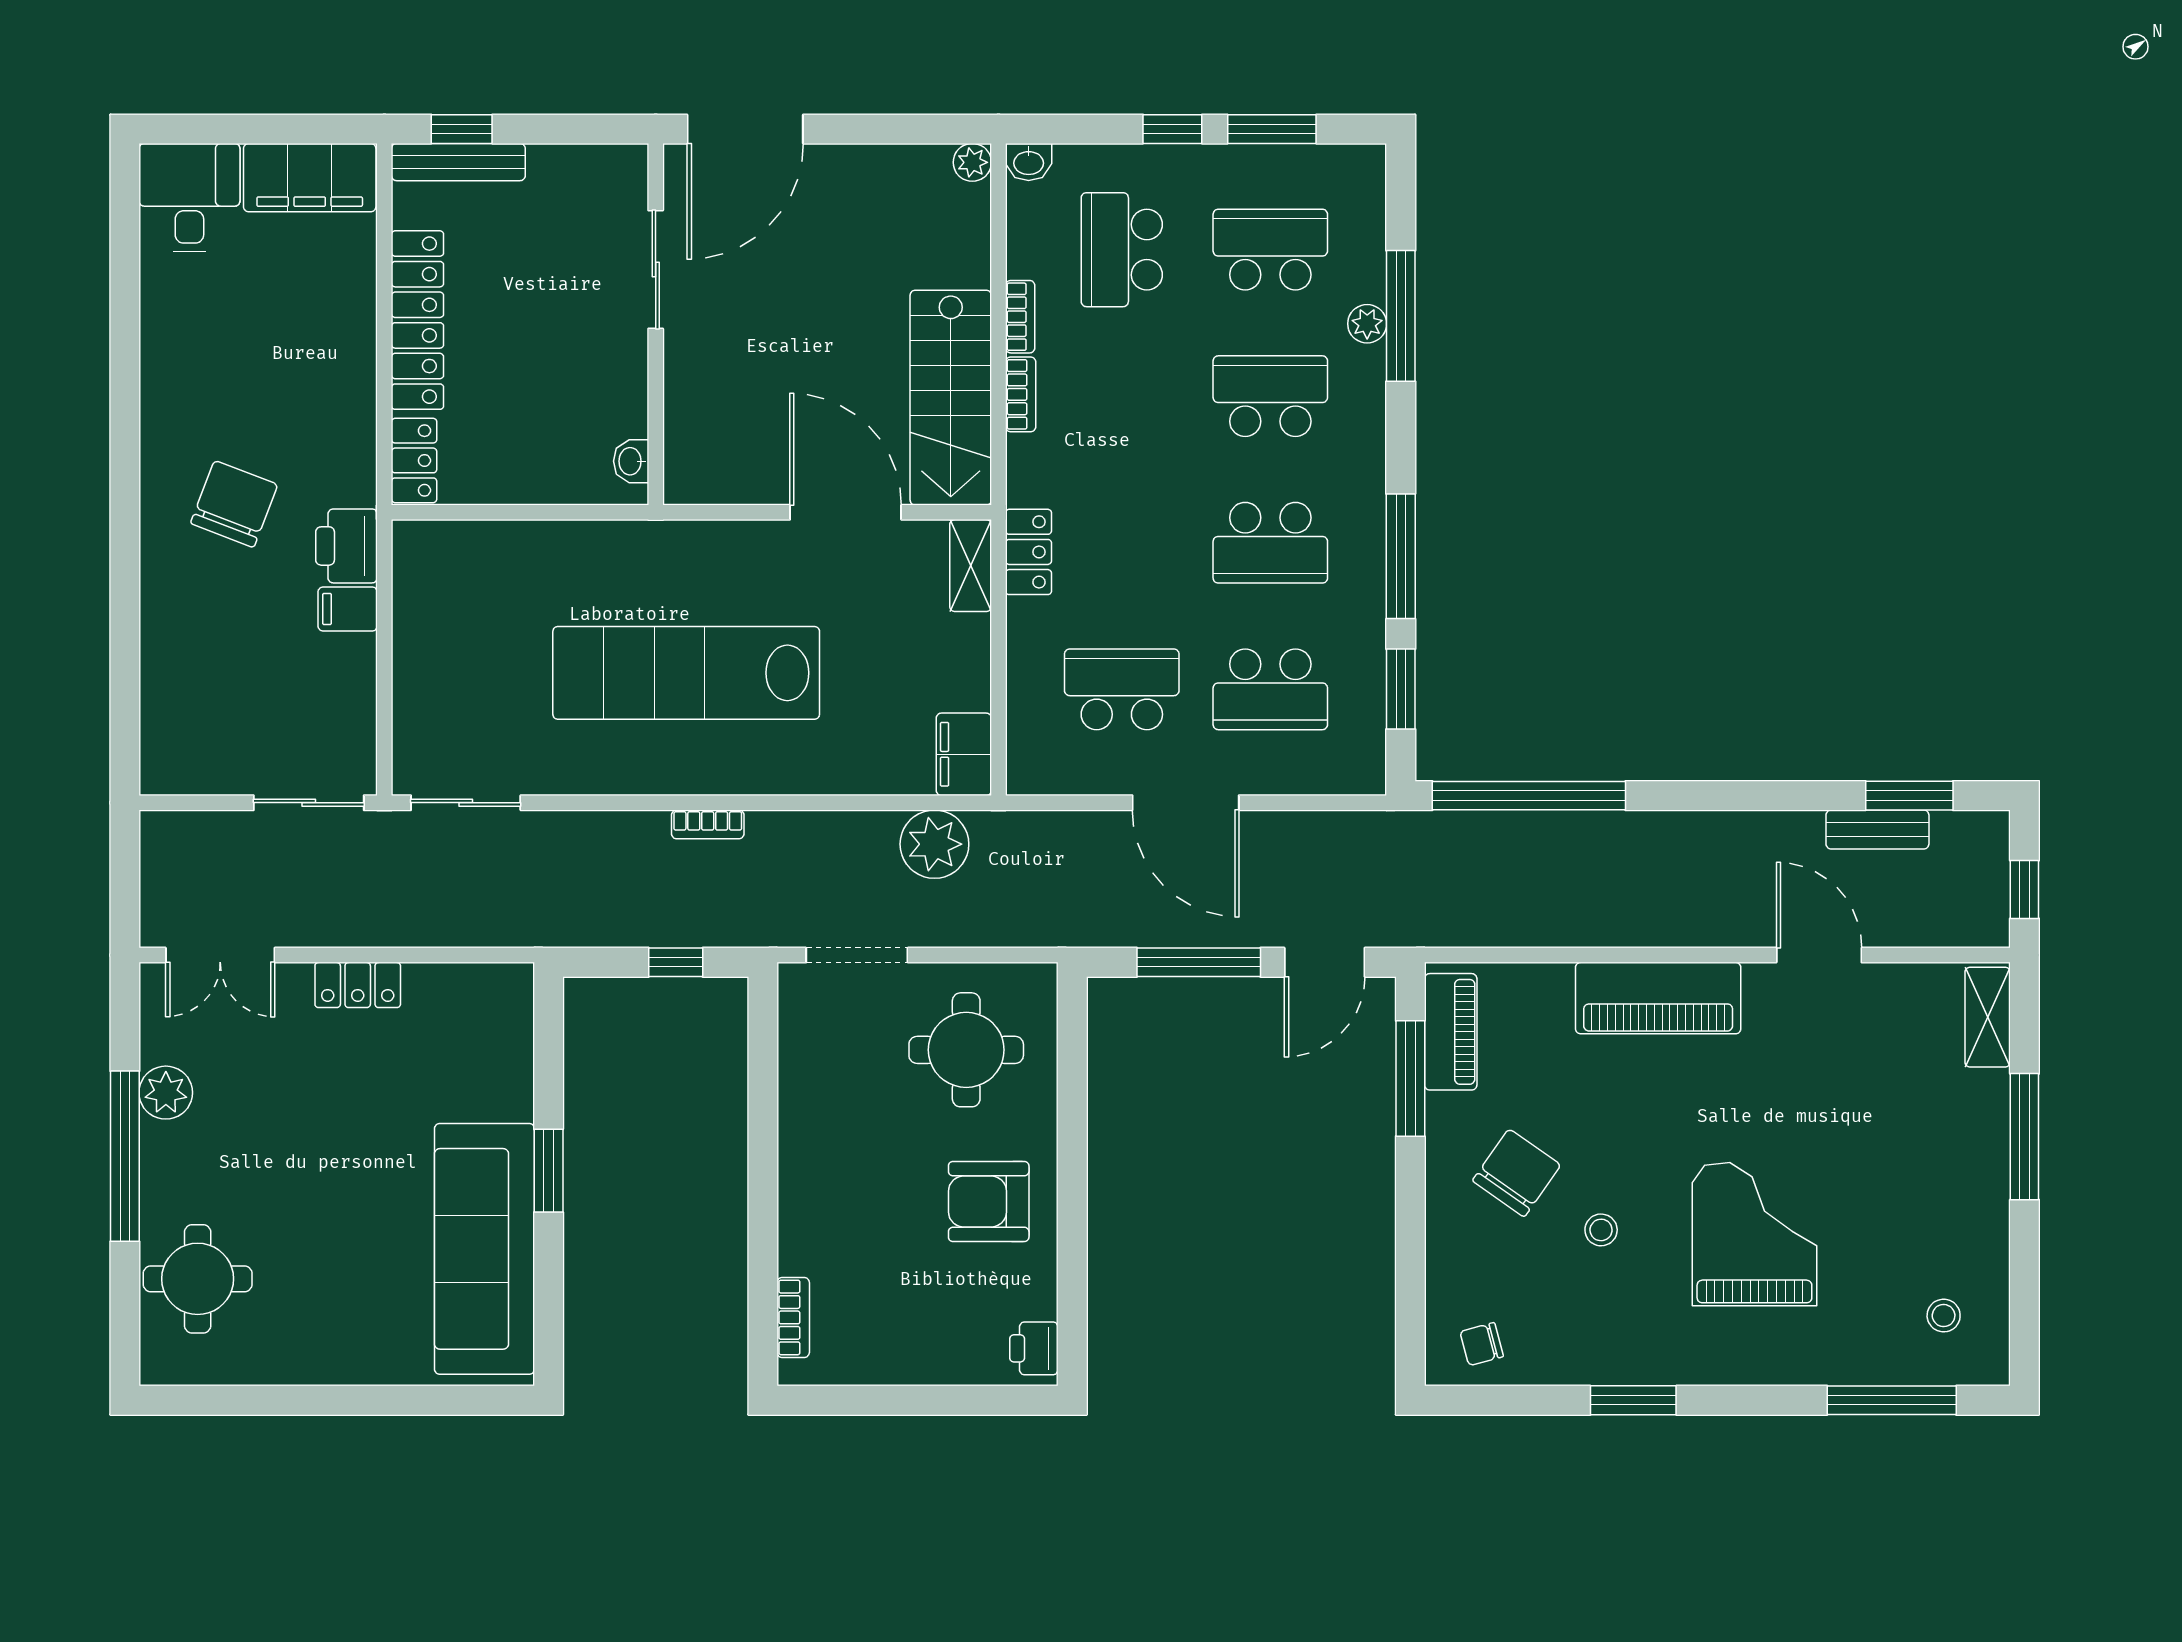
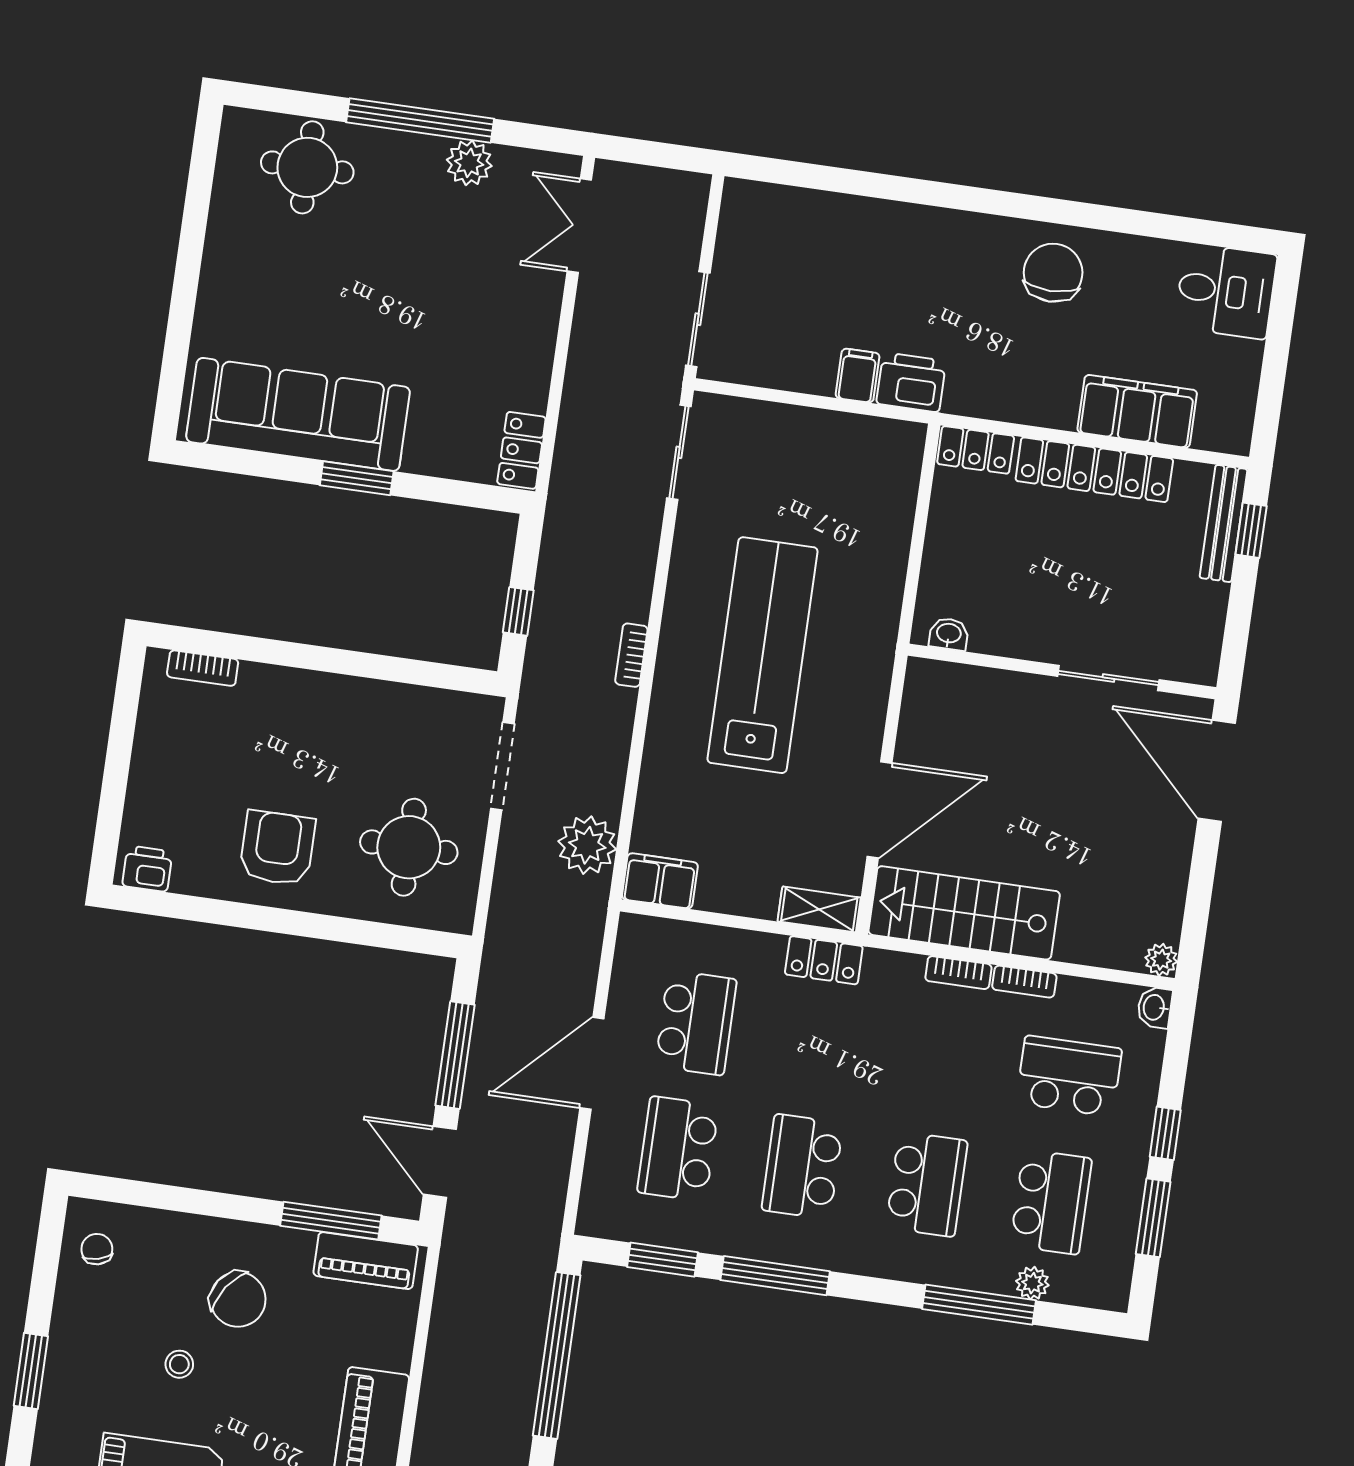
filing cabinet: (310, 178) -> (1137, 411), moved, turned 90
plant: (1367, 324) -> (1032, 1283), moved
chair: (234, 504) -> (1053, 273), moved, turned -111
locker: (358, 985) -> (521, 450), moved

